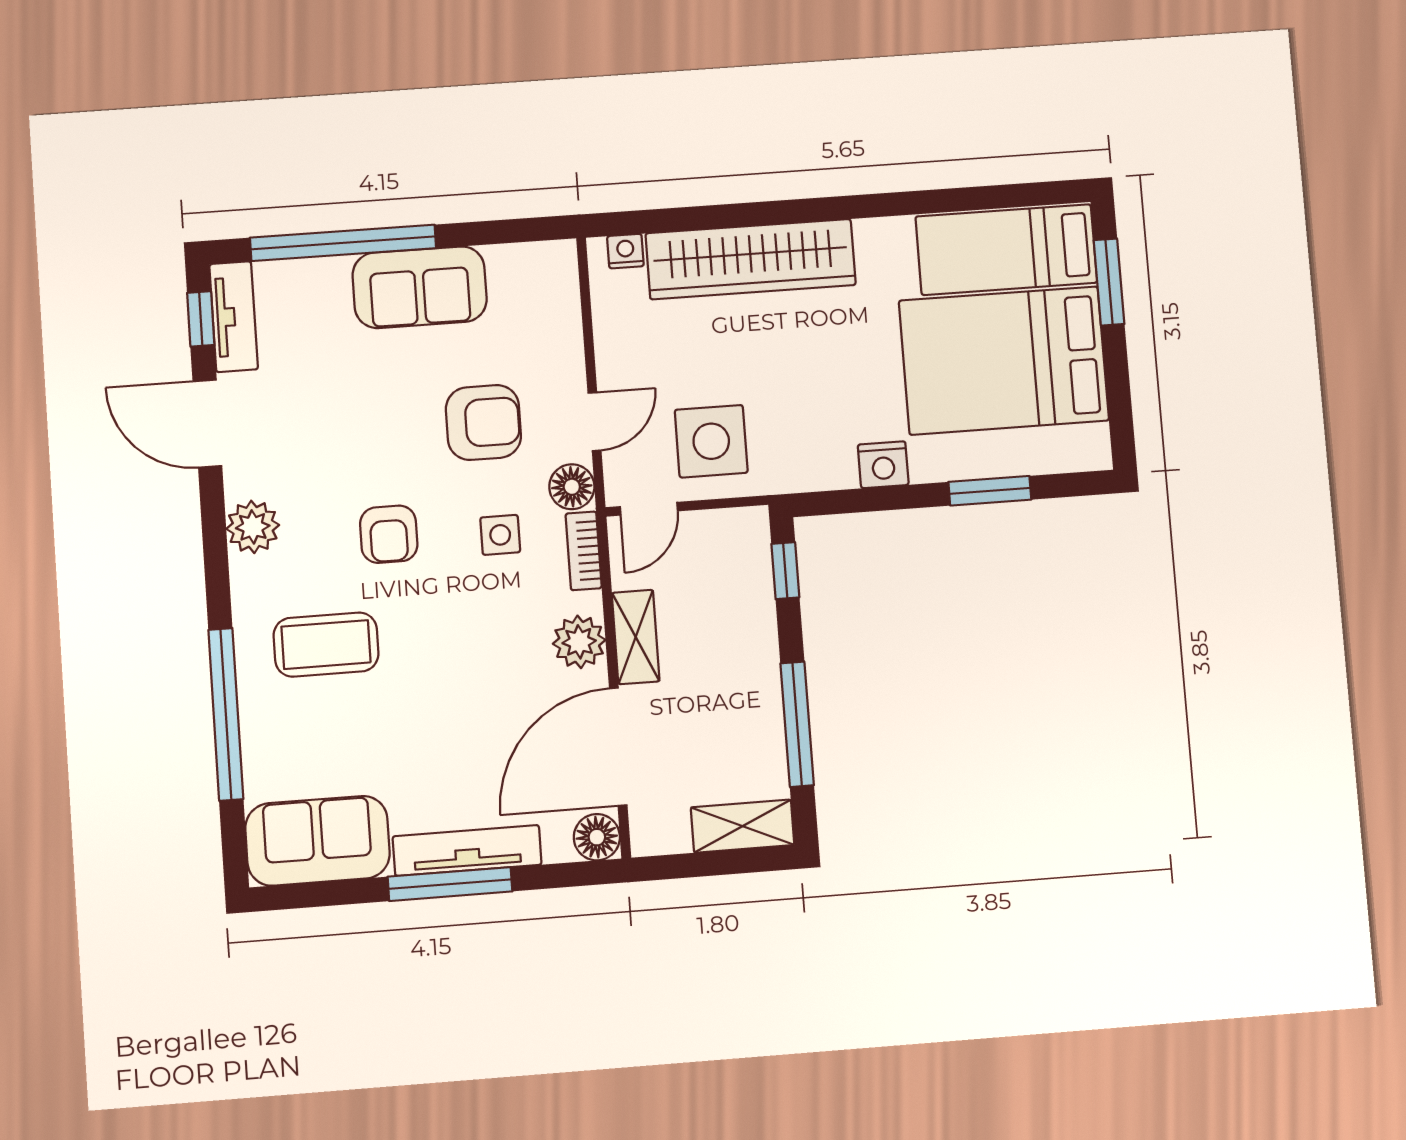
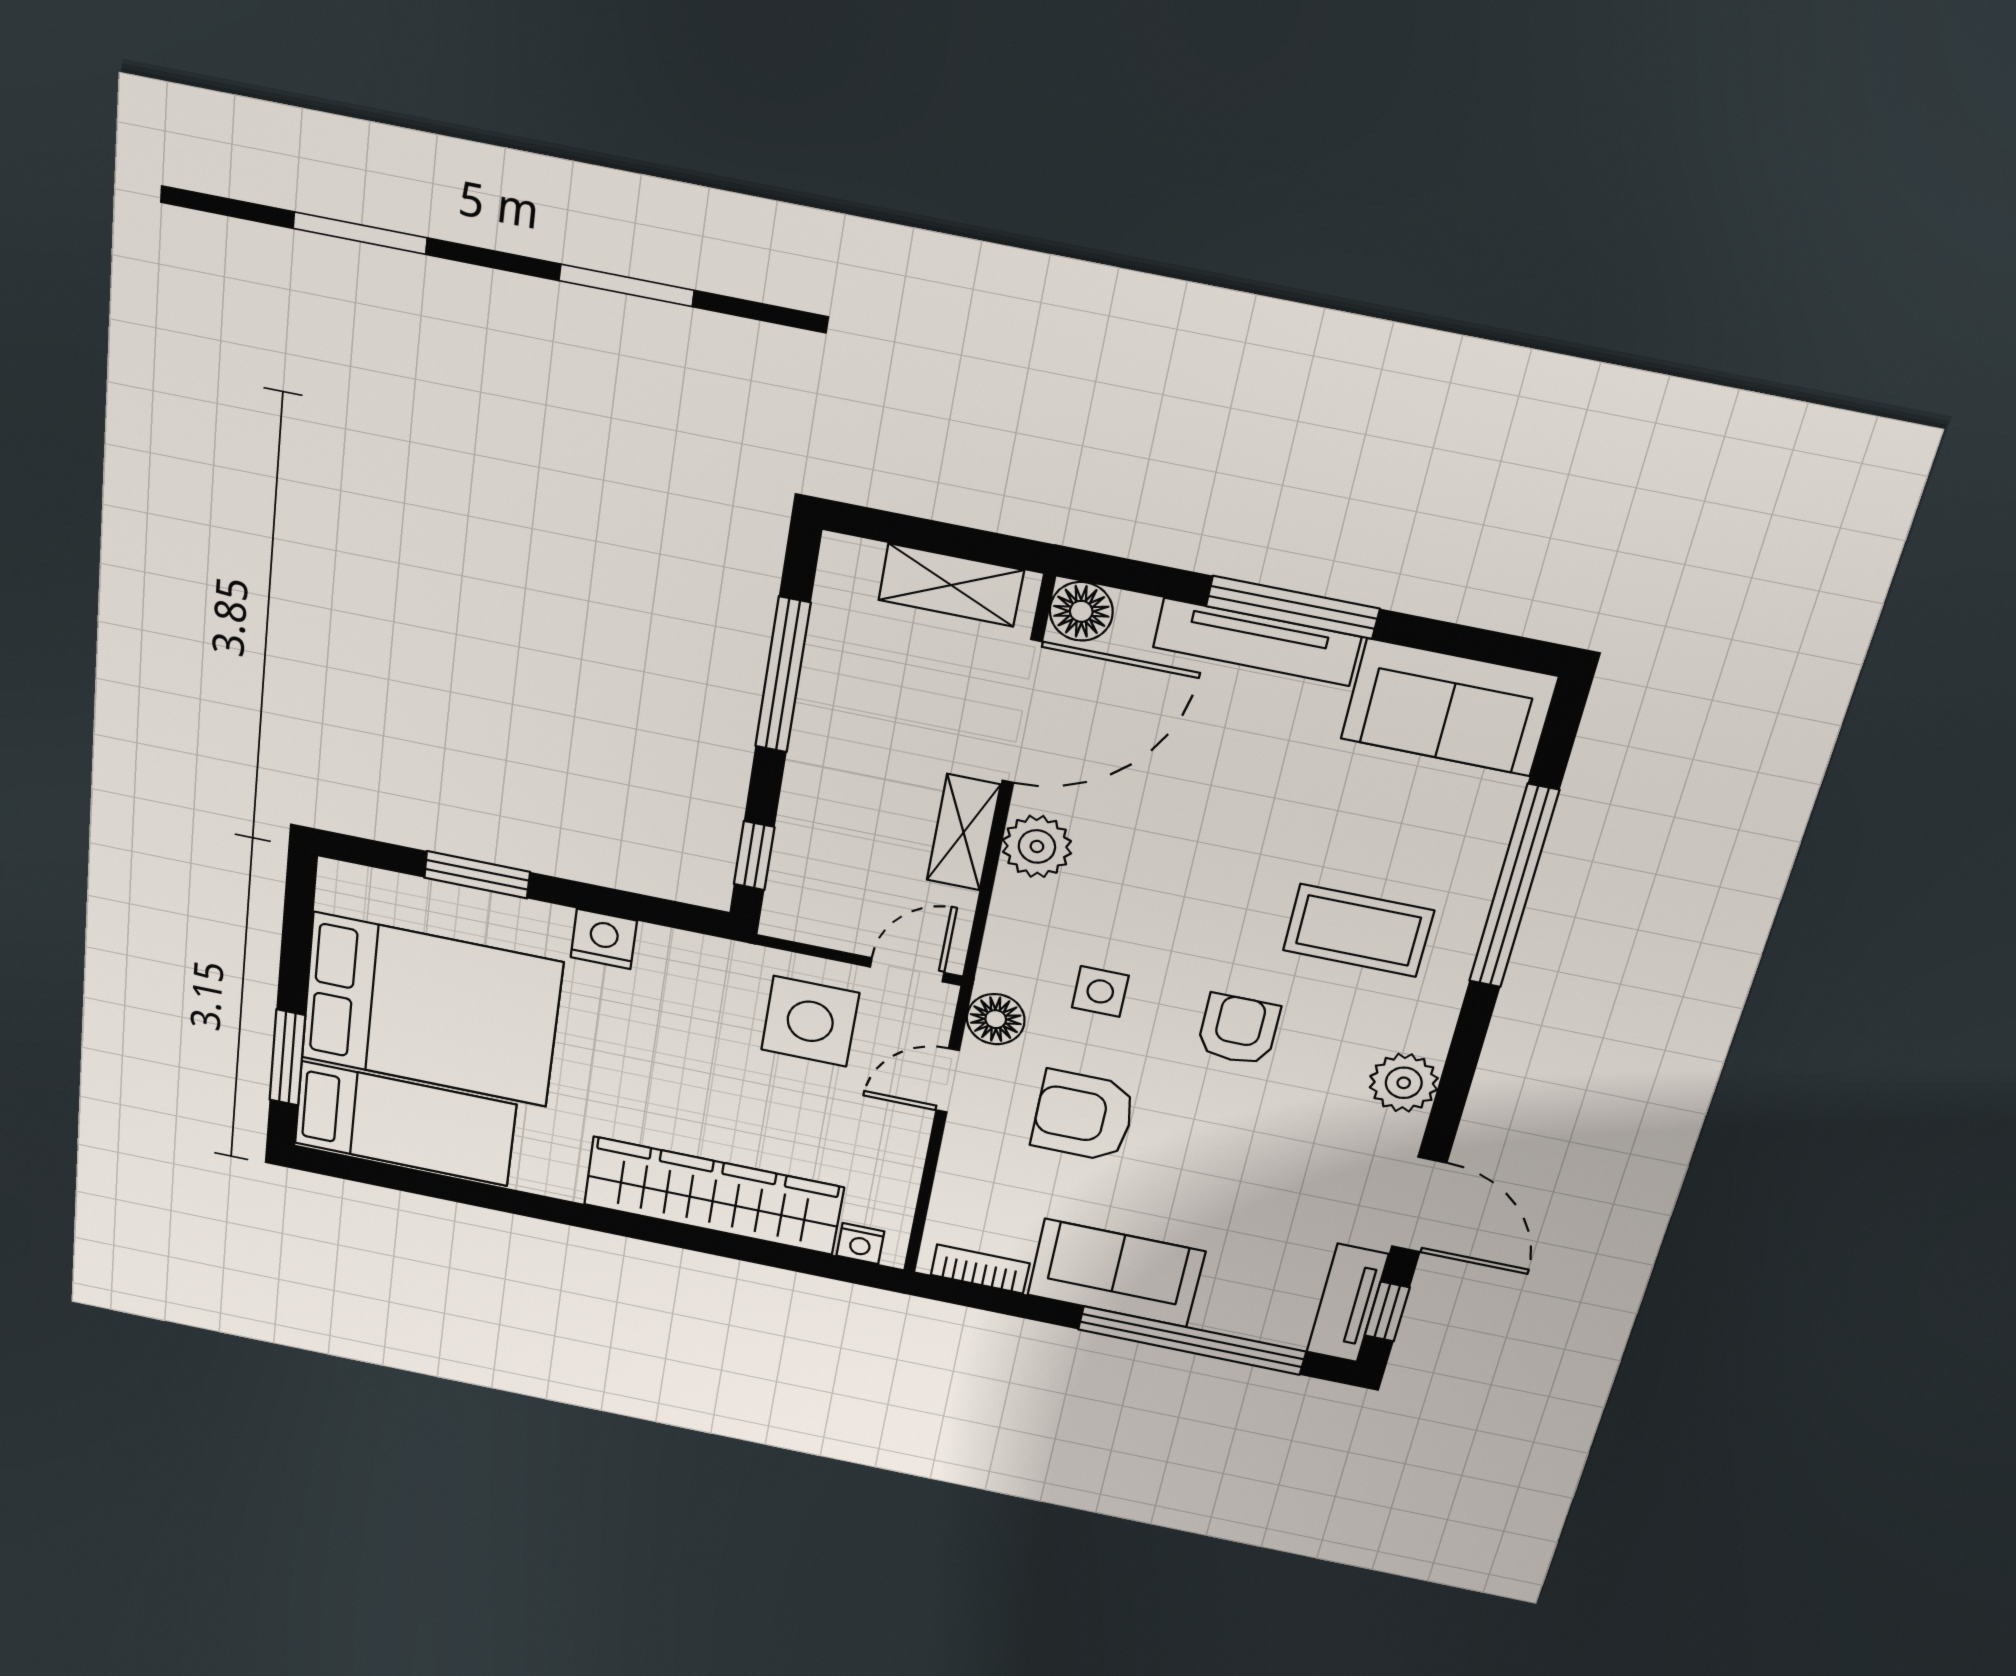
bookcase: (584, 551) -> (980, 1269), moved, turned -90
shelving: (743, 826) -> (951, 585), moved

